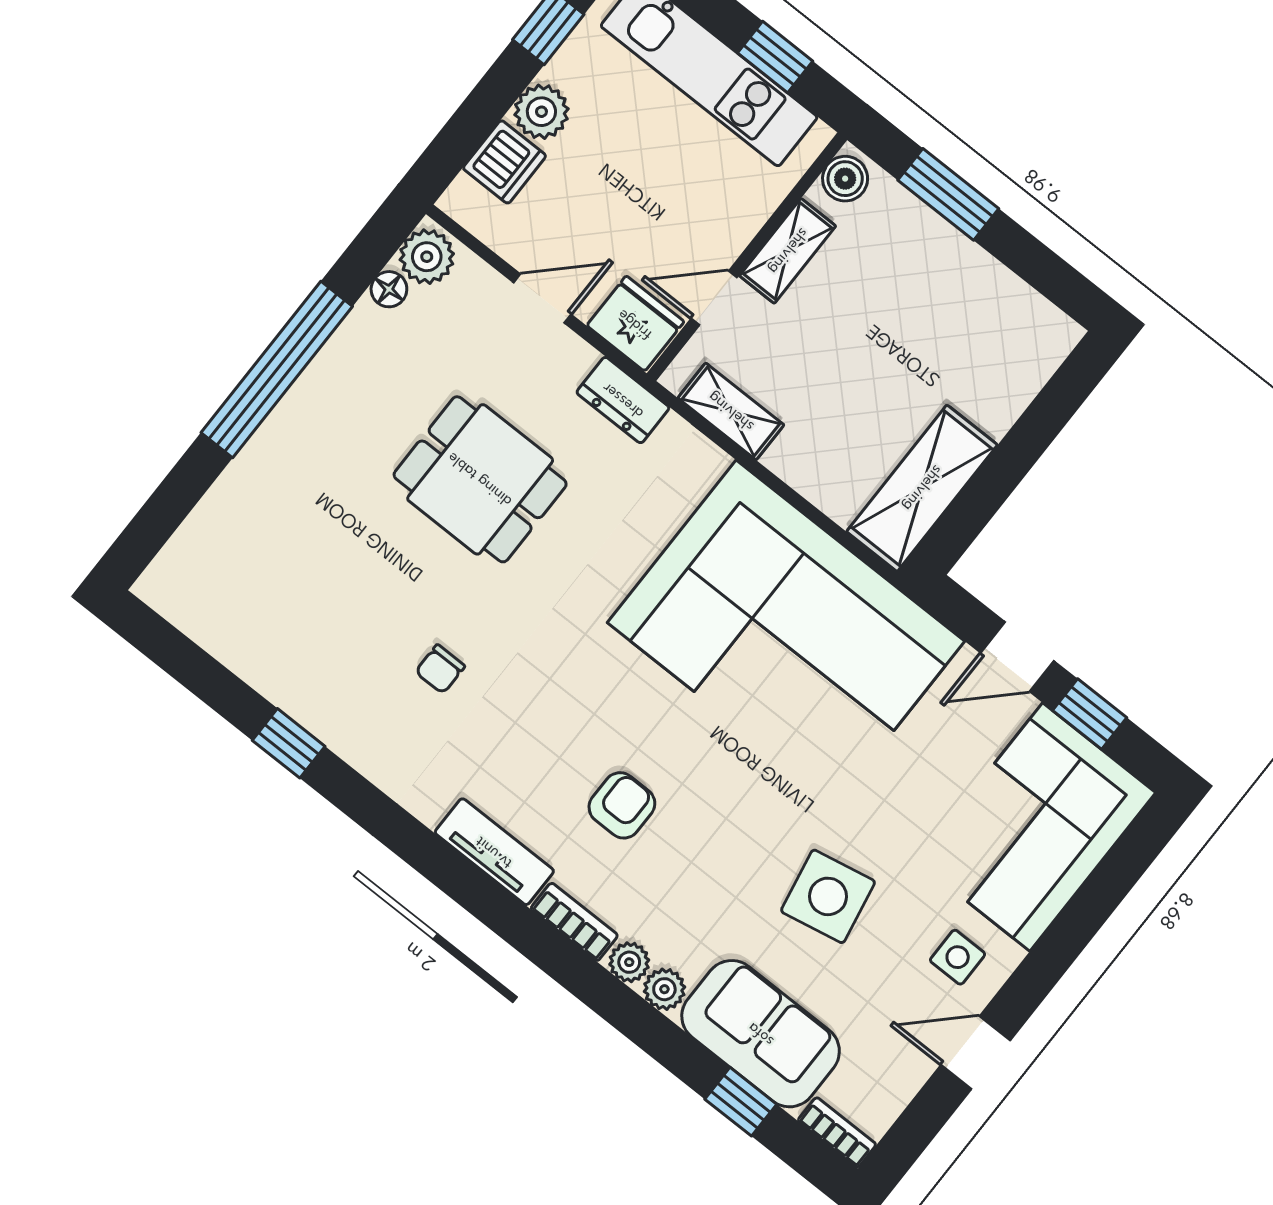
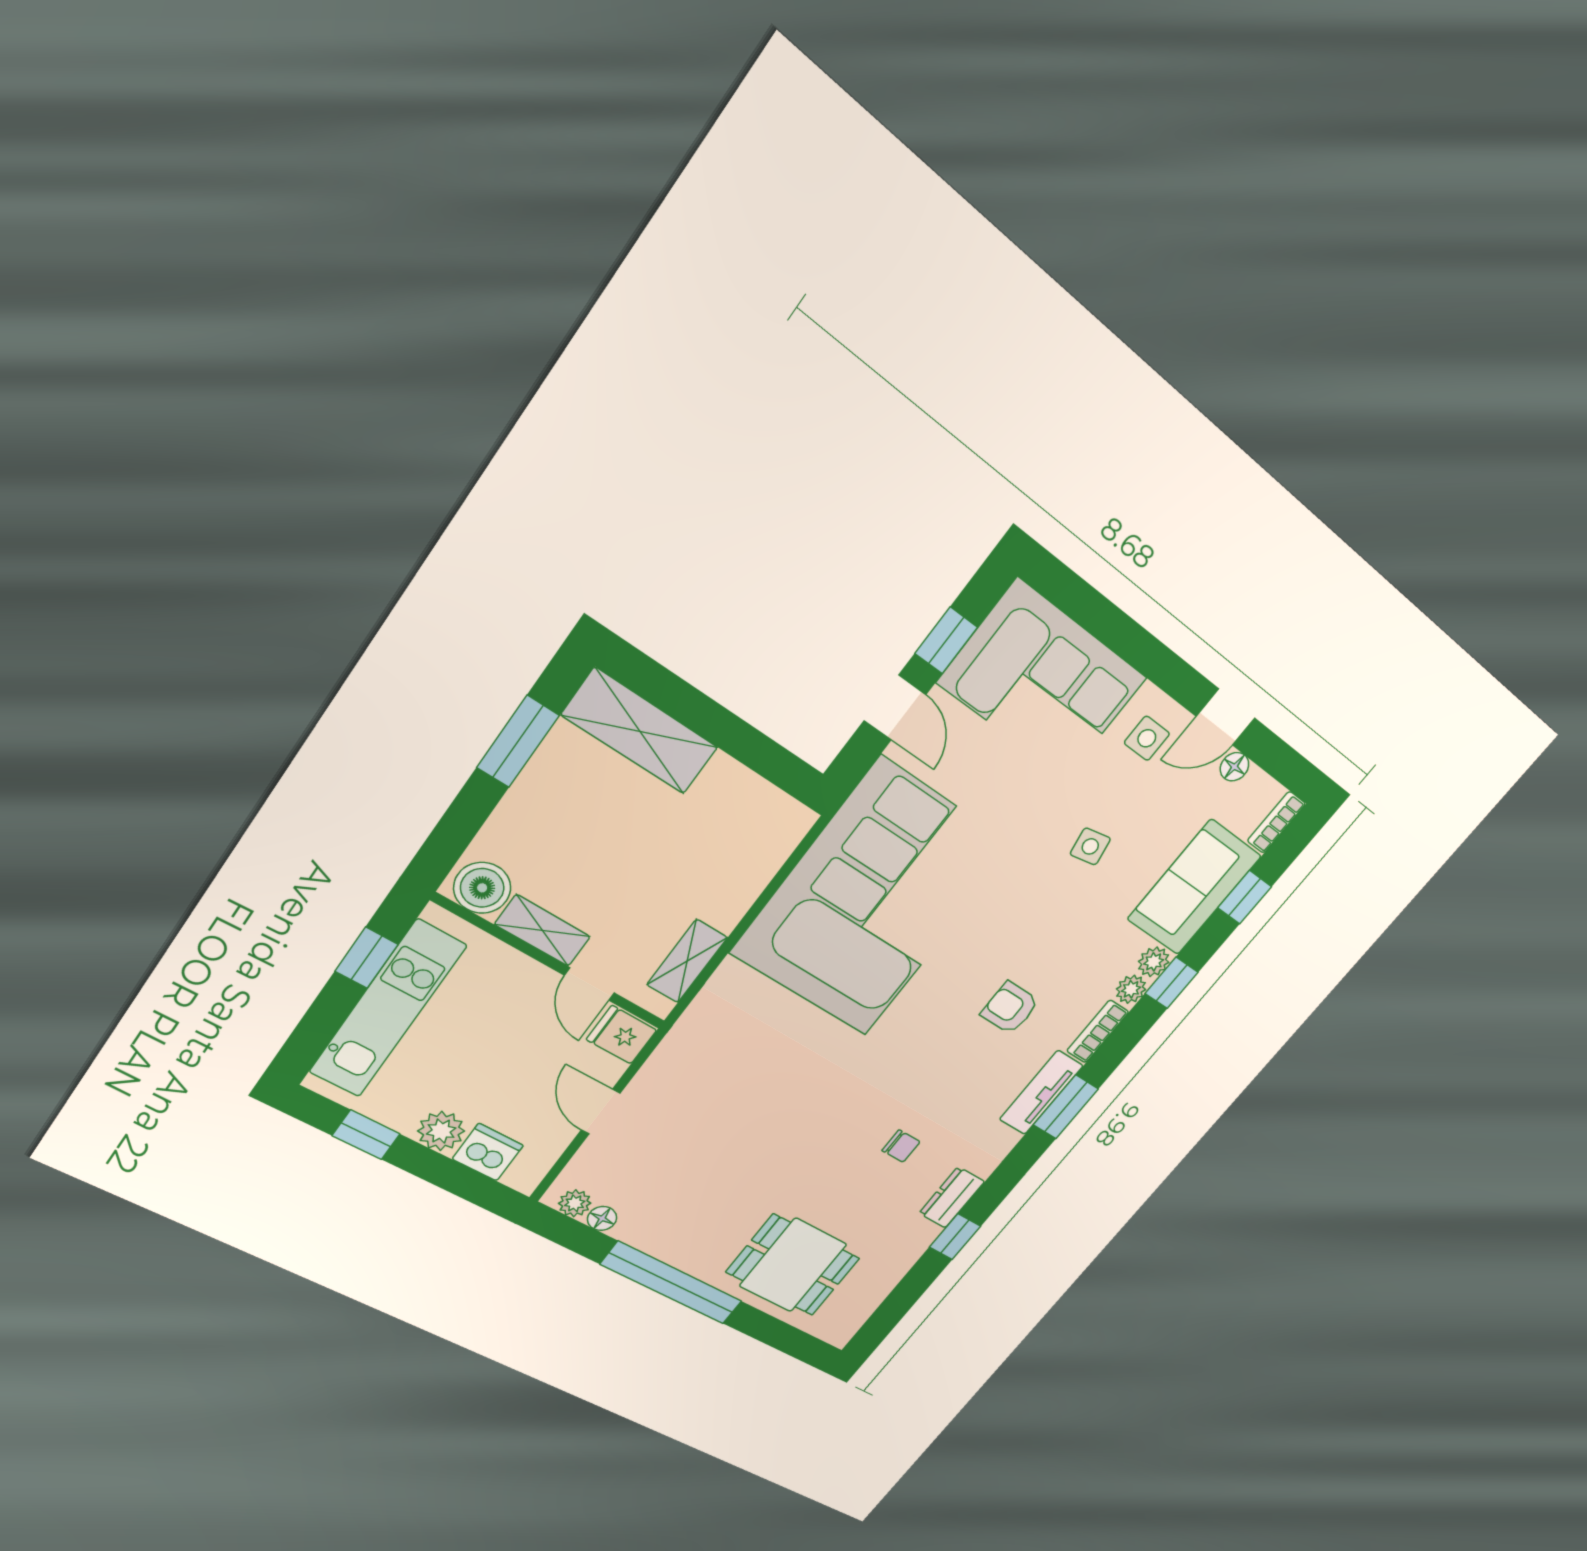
boiler: (845, 179) -> (482, 888), width x1.36, depth x1.36
window: (948, 194) -> (518, 741), moved
plant: (427, 257) -> (575, 1203), width x0.73, depth x0.73
fridge: (635, 324) -> (621, 1035), width x0.72
dresser: (623, 400) -> (952, 1197), moved, turned 180
dining table: (480, 479) -> (793, 1265), moved, turned 90
shelving: (922, 488) -> (640, 731), moved
window: (468, 886) -> (1066, 1107), added
side table: (828, 896) -> (1090, 846), width x0.54, depth x0.54
window: (632, 1016) -> (1172, 983), added
door: (976, 1053) -> (1226, 717), hinge flipped
floor lamp: (913, 1070) -> (1234, 767), added

